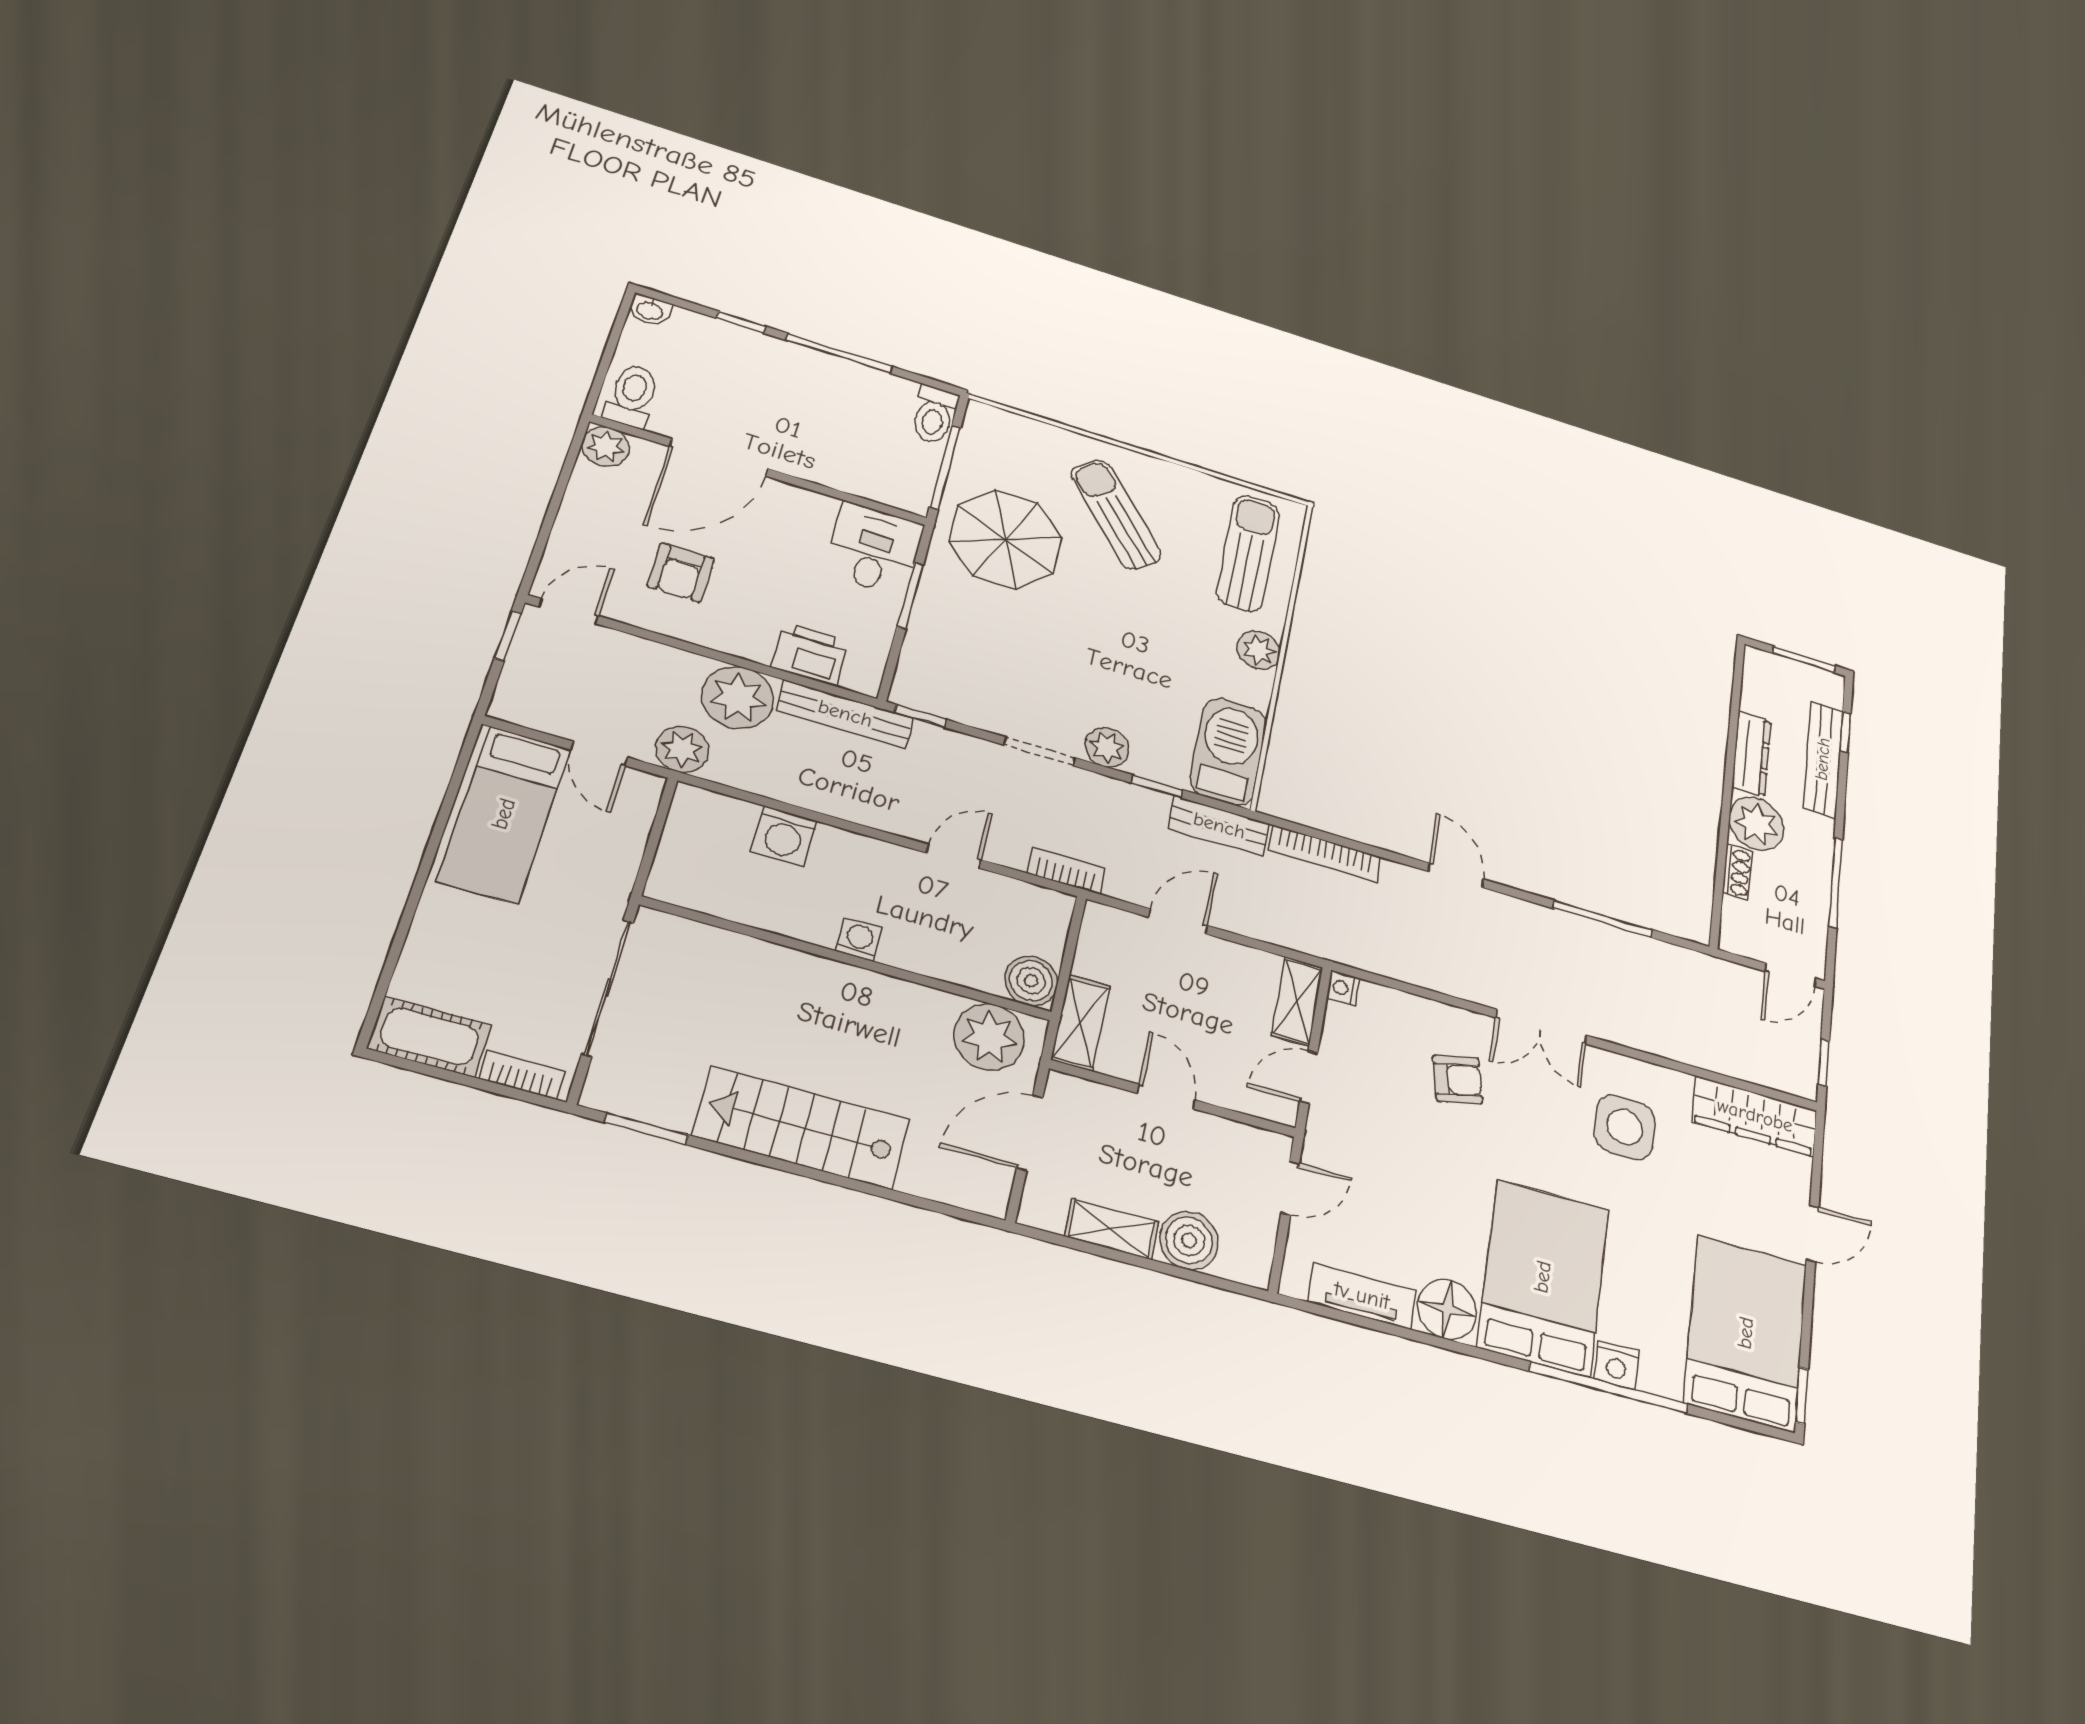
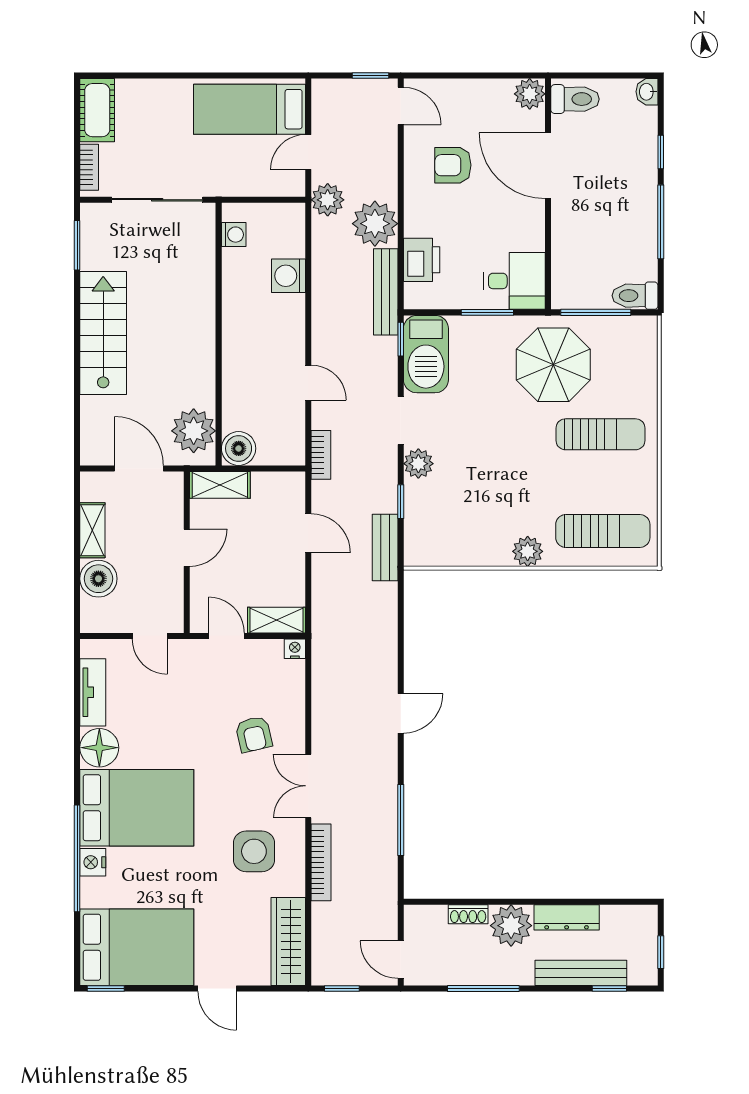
sun lounger: (1116, 514) -> (601, 434), turned 40
window: (1804, 659) -> (661, 952), width x0.67
barbecue: (1228, 752) -> (426, 354), moved, turned 90
bookcase: (1325, 853) -> (321, 862), moved, turned 180
washing machine: (859, 939) -> (234, 235), moved

